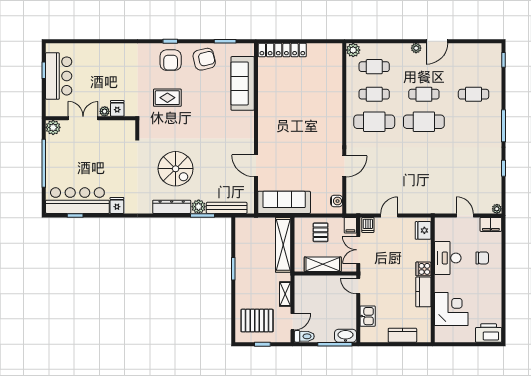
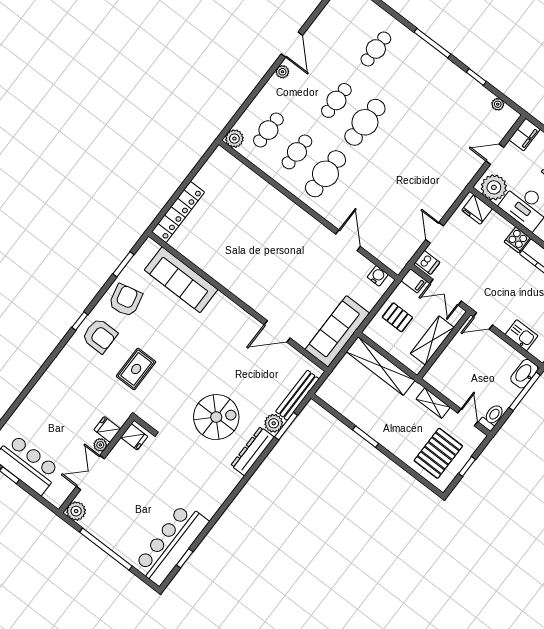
fridge: (117, 205) -> (134, 437), moved, turned 180
plant: (497, 209) -> (498, 104), moved
plant: (444, 230) -> (494, 187), added

